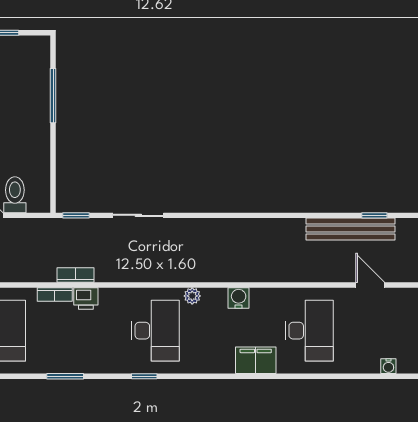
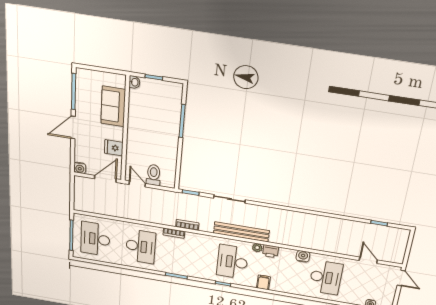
bench: (350, 229) -> (241, 232), moved
water cooler: (239, 298) -> (303, 256), moved
printer: (86, 299) -> (271, 251), moved
desk: (155, 331) -> (232, 262), turned 180
filing cabinet: (256, 360) -> (263, 282), moved, width x0.50

